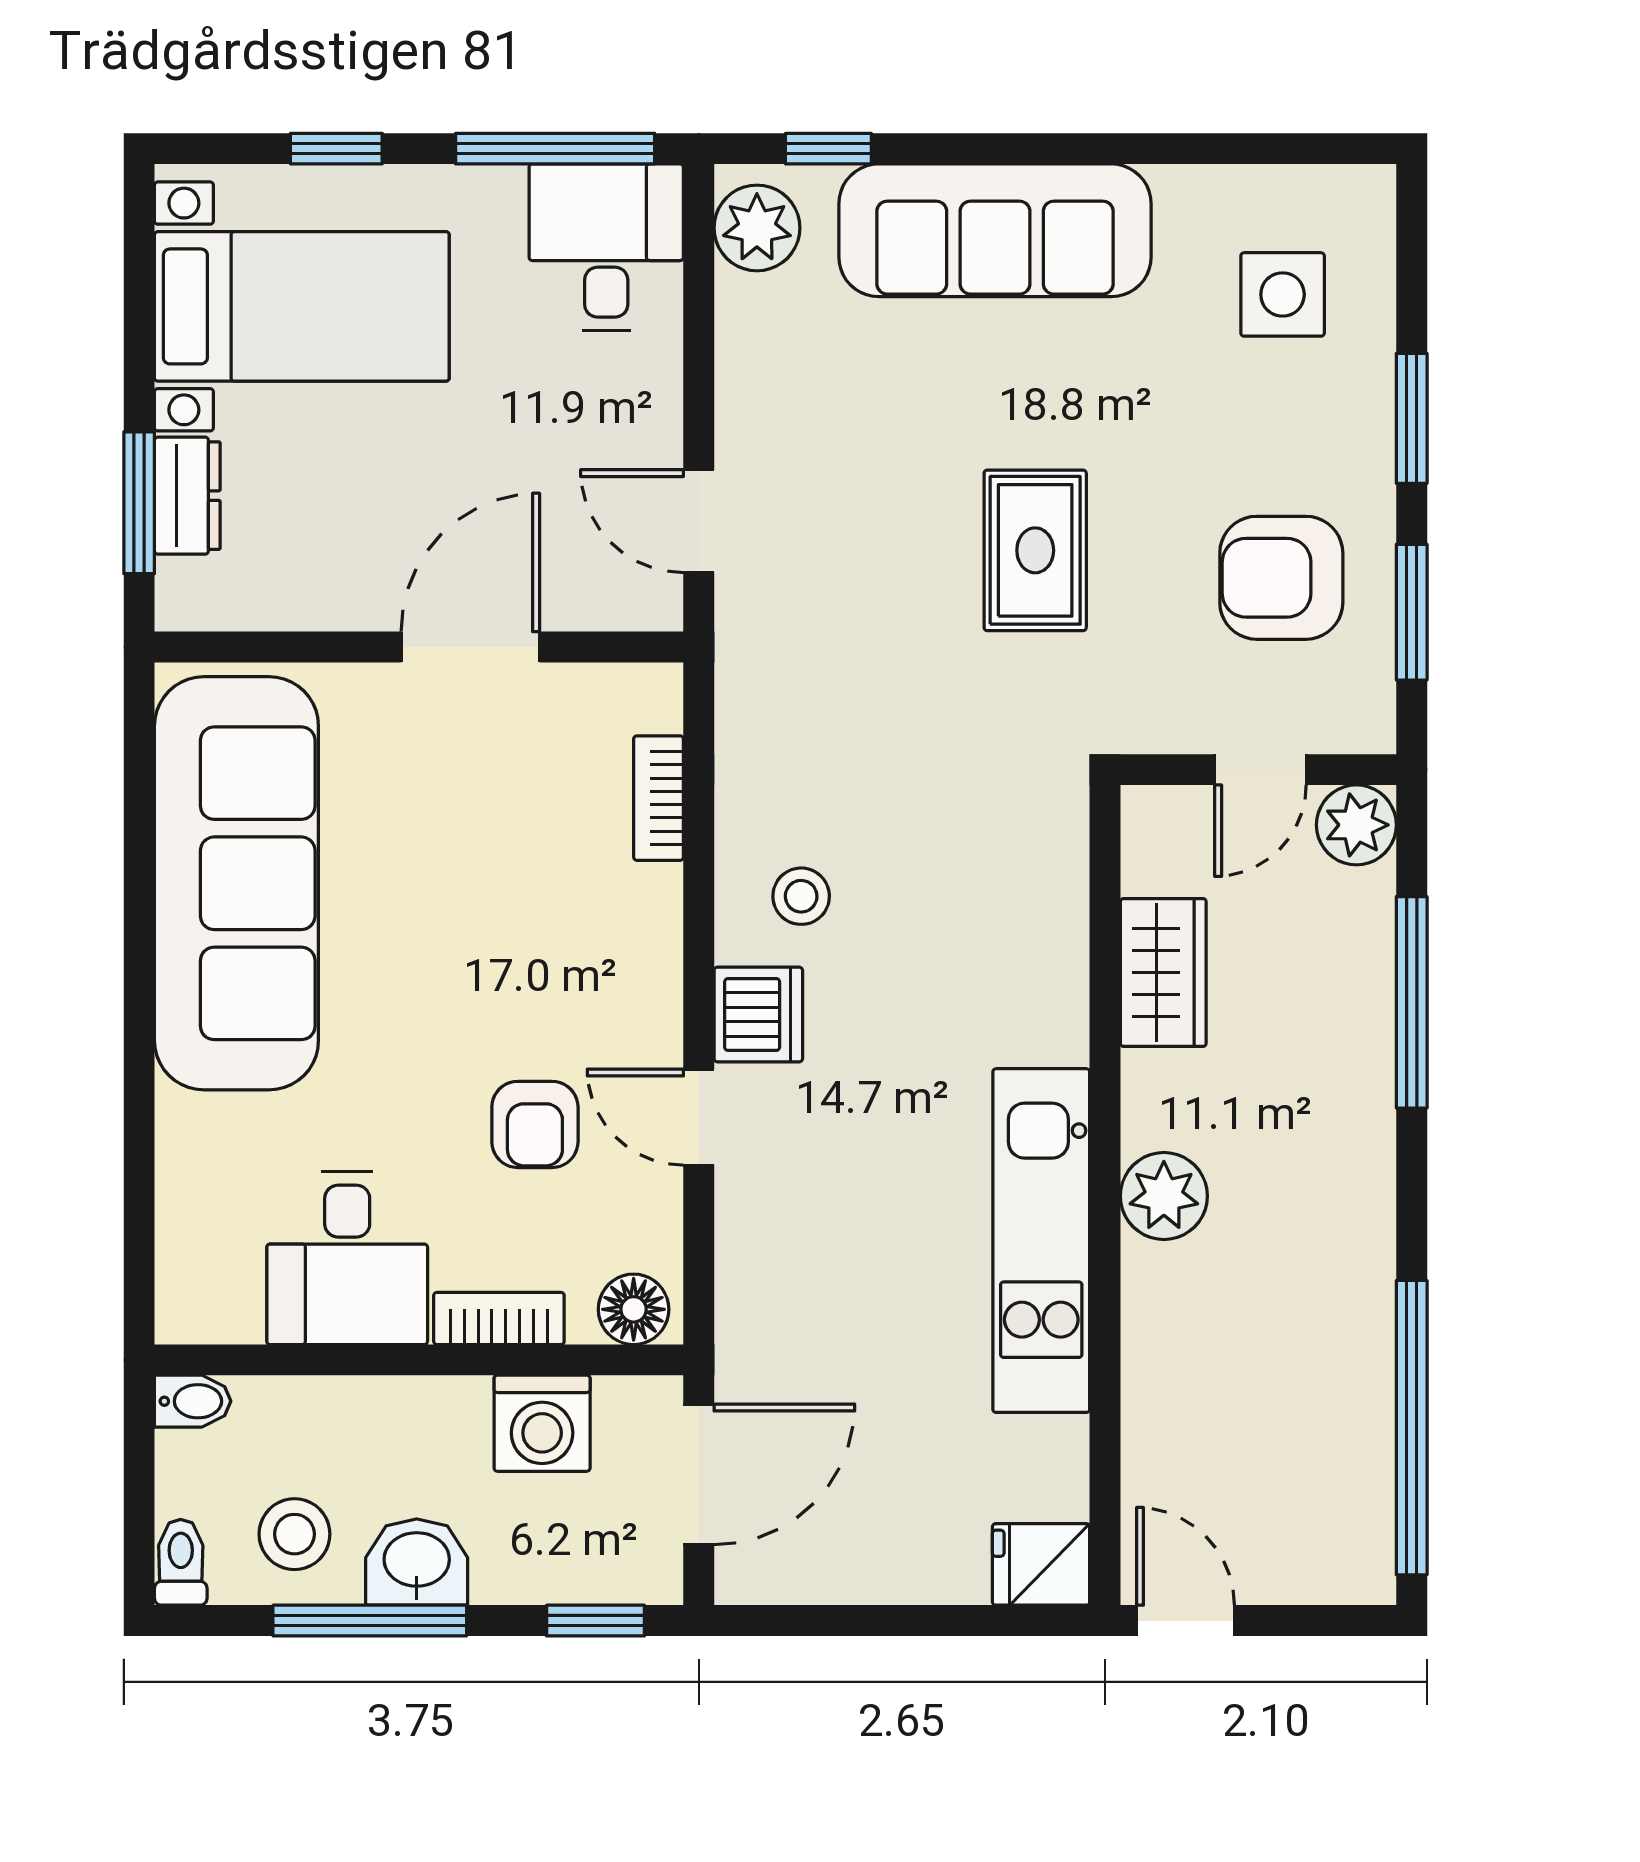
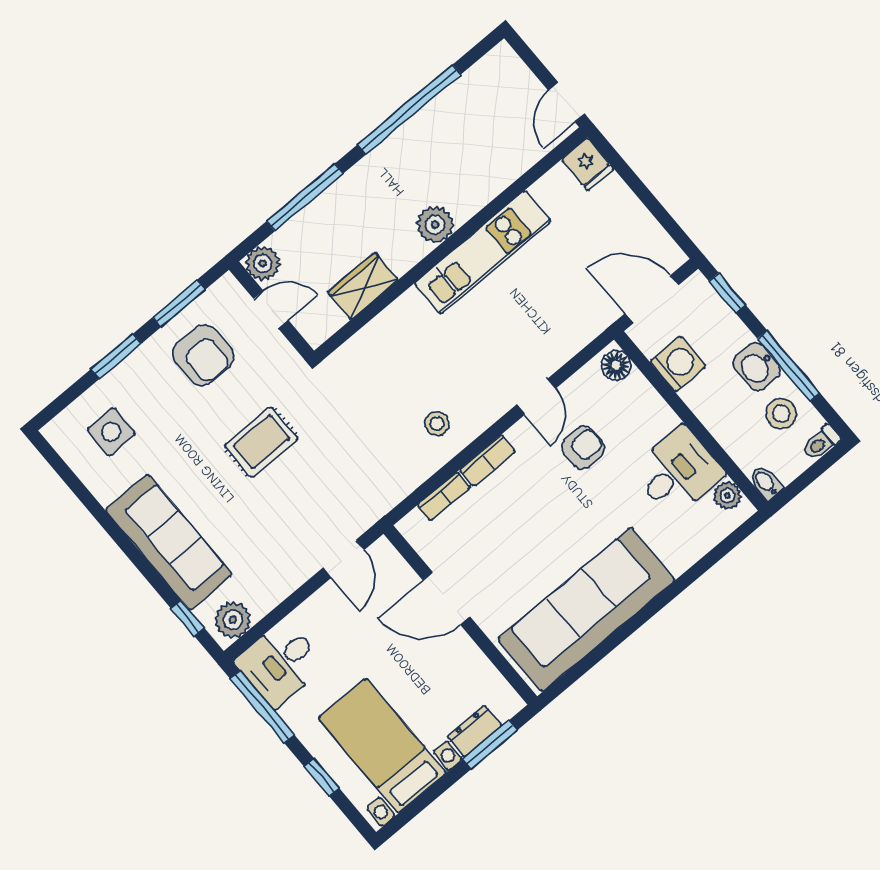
dishwasher: (758, 1015) -> (487, 405), removed
plant: (228, 1312) -> (727, 496), added
bookcase: (499, 1318) -> (488, 460), moved, turned -90
window: (1412, 1428) -> (409, 110), moved

